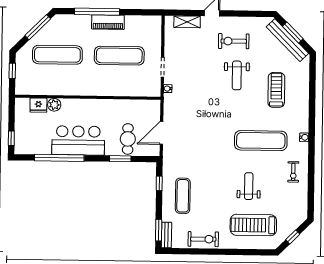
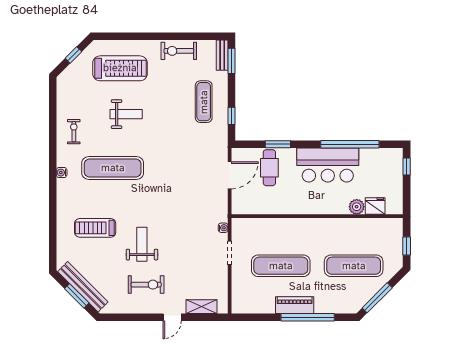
treadmill: (276, 90) -> (95, 228), turned 90
weight bench: (249, 186) -> (126, 114), turned -90

